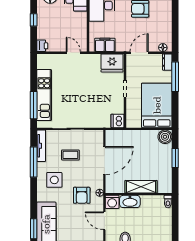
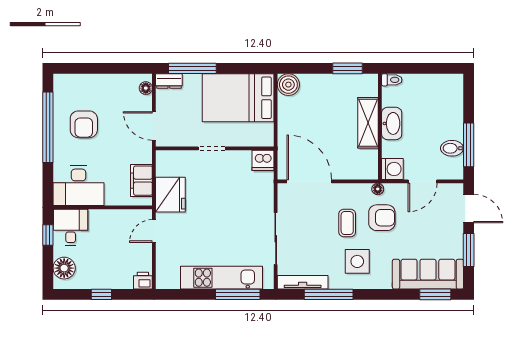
fridge: (112, 63) -> (170, 195), moved
coffee table: (70, 155) -> (347, 223), moved
window: (175, 158) -> (347, 68), moved
door: (104, 161) -> (309, 181), moved
washbasin: (130, 201) -> (392, 123), moved

